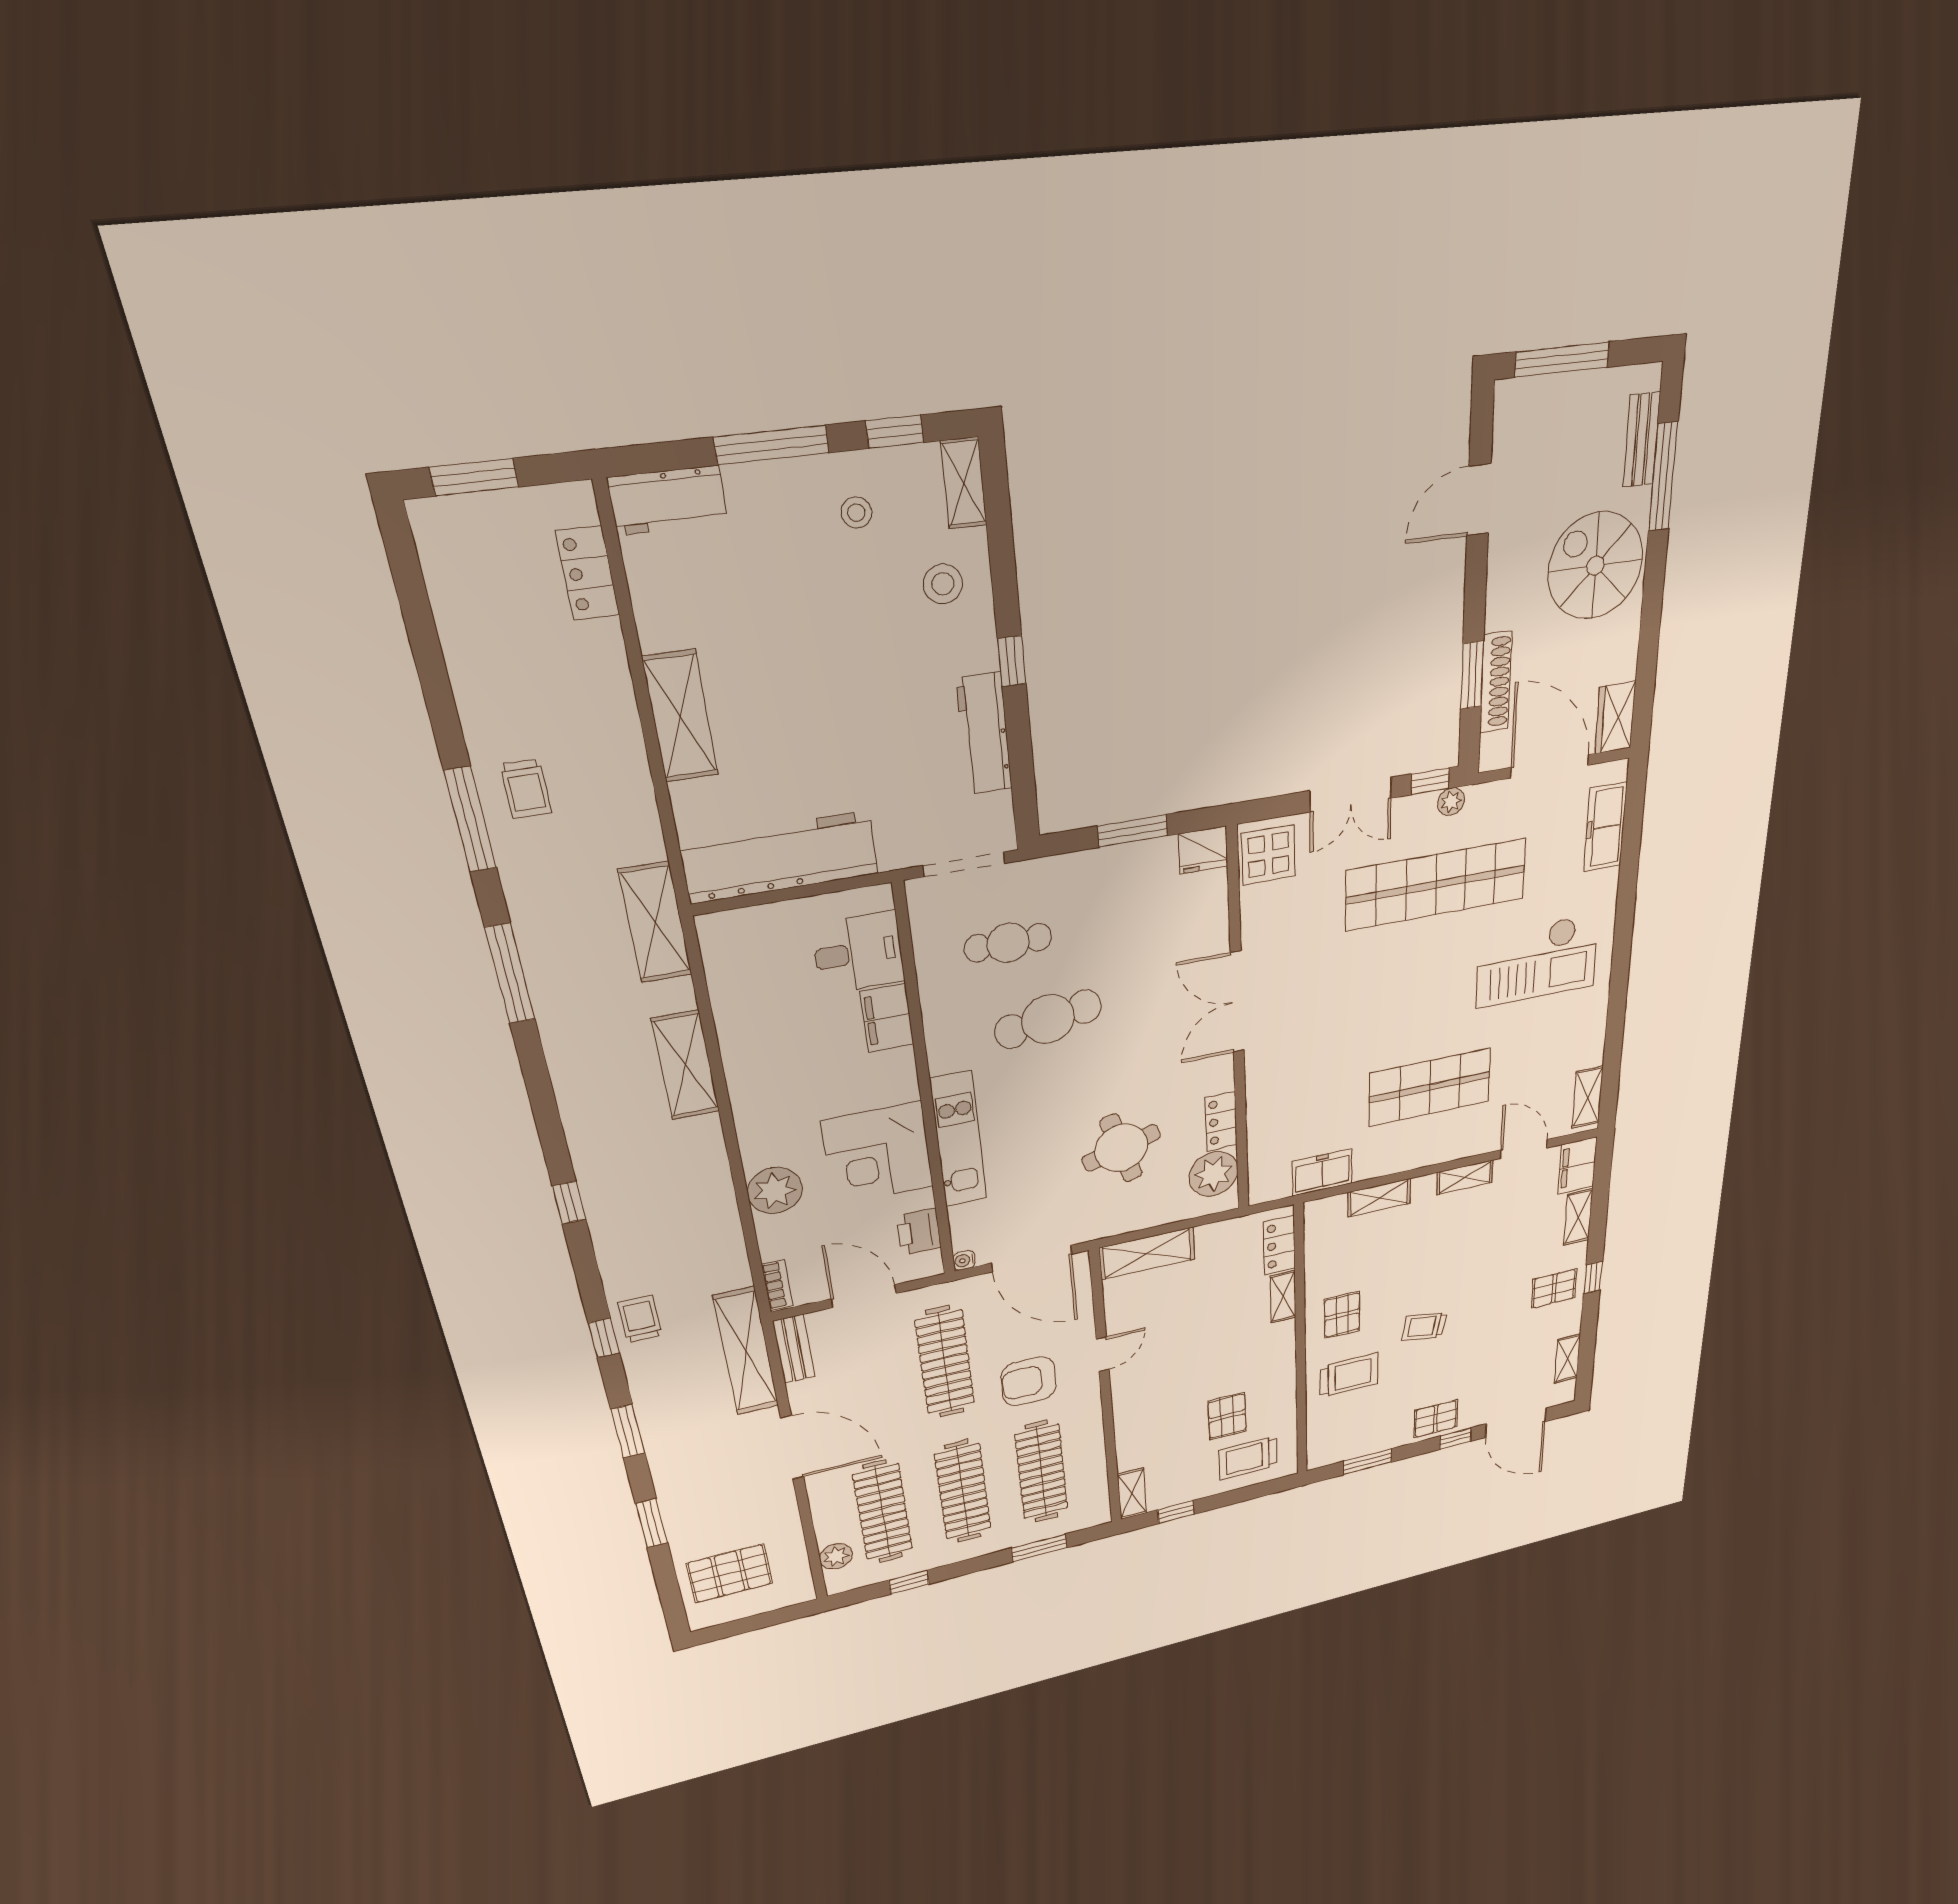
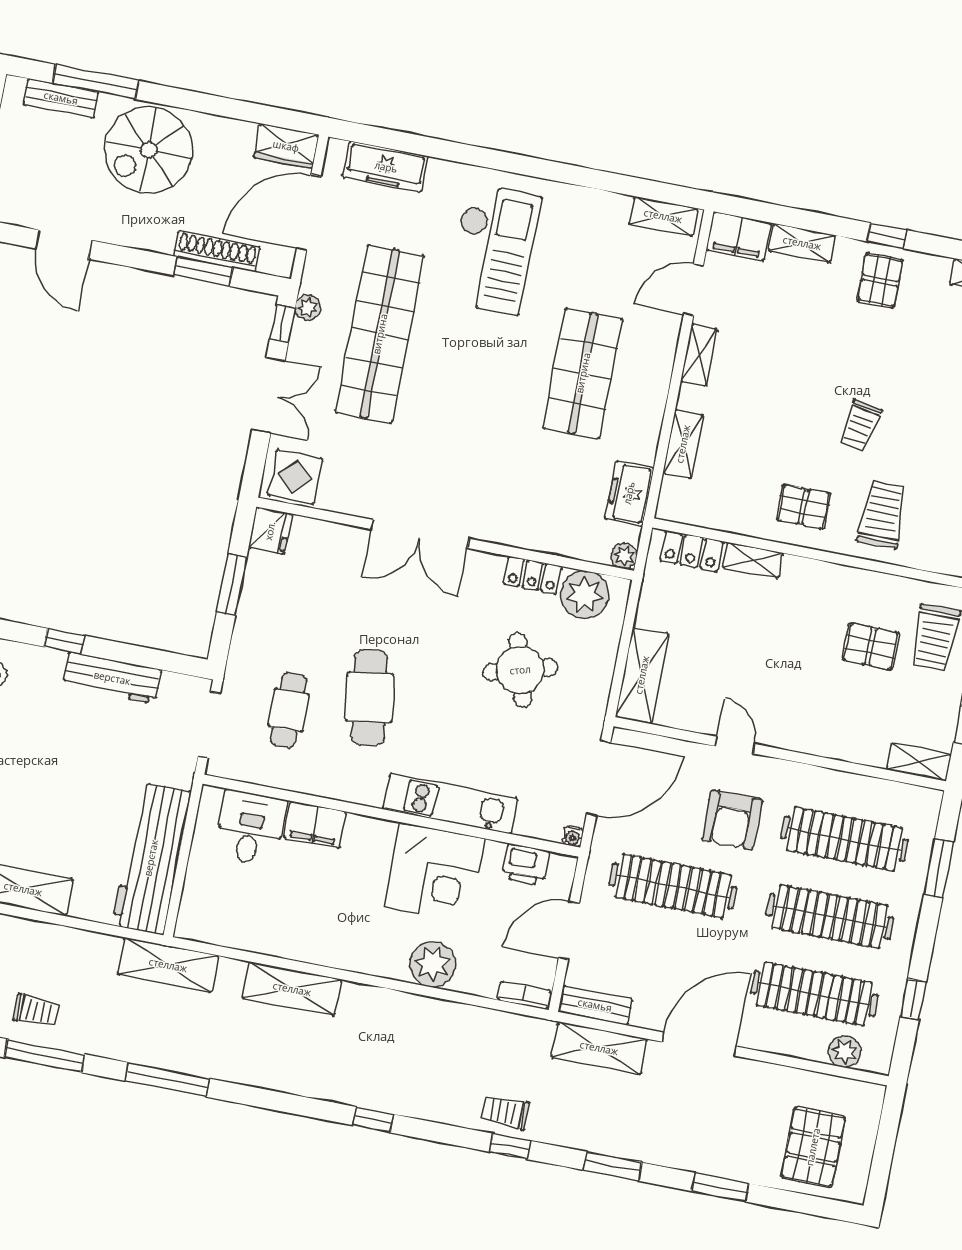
plant: (1261, 1192) -> (624, 556), added
shelving: (746, 1351) -> (599, 1048), width x0.68

